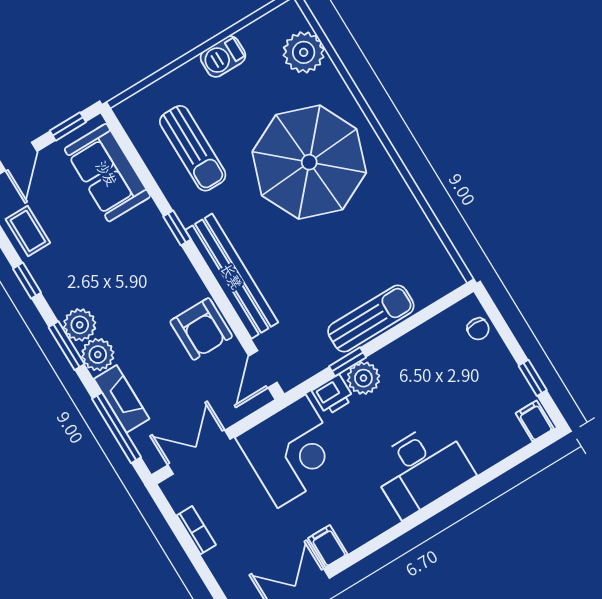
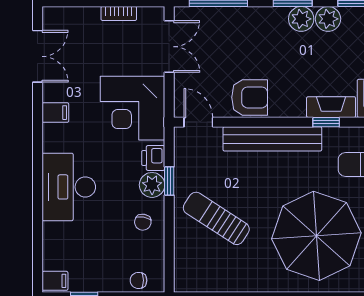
sun lounger: (371, 319) -> (216, 218), moved, turned 123
armchair: (201, 329) -> (250, 97), turned 180
plant: (98, 355) -> (328, 19), moved
chair: (411, 363) -> (143, 222), added
fireplace: (122, 399) -> (331, 107), moved, turned 180
filing cabinet: (328, 546) -> (55, 113), moved

